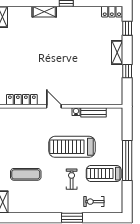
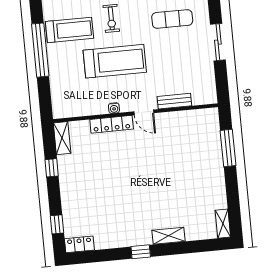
shelving: (117, 52) -> (62, 138), moved
locker: (22, 100) -> (112, 124), moved
bench: (93, 112) -> (174, 101), moved

